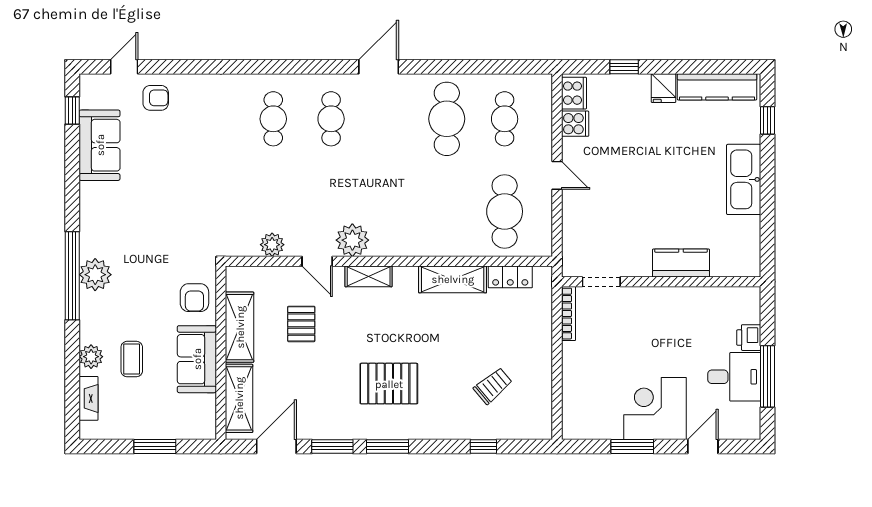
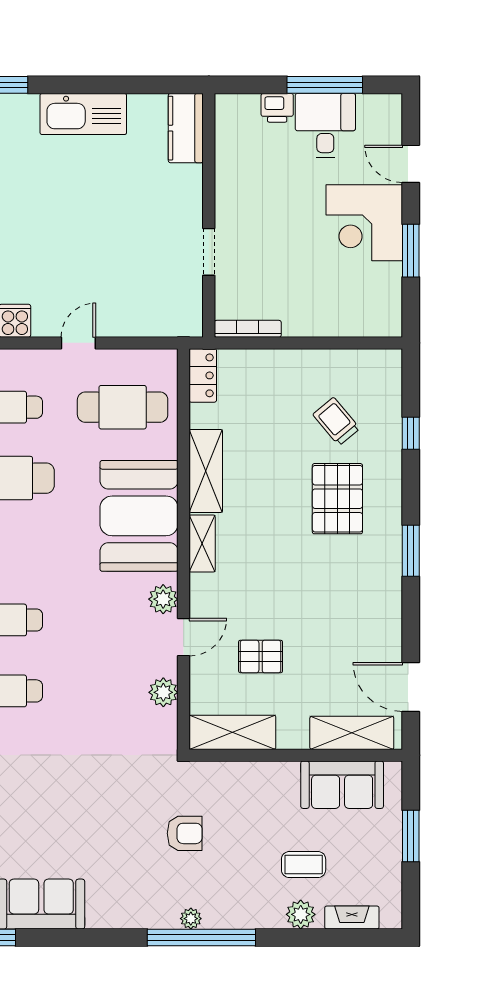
booth: (416, 225) -> (139, 516), added
plant: (352, 240) -> (163, 599), width x0.73, depth x0.73
kitchen counter: (681, 263) -> (186, 128), moved
plant: (95, 275) -> (191, 919), width x0.53, depth x0.53
shelving: (369, 276) -> (202, 544), moved
locker: (510, 277) -> (203, 375), moved
doorway: (601, 282) -> (209, 252), moved
armchair: (194, 298) -> (185, 833), moved
shelving: (240, 327) -> (232, 732), moved
sofa: (197, 359) -> (342, 785), moved
pallet: (389, 384) -> (337, 499), moved
window: (332, 446) -> (411, 618), removed

